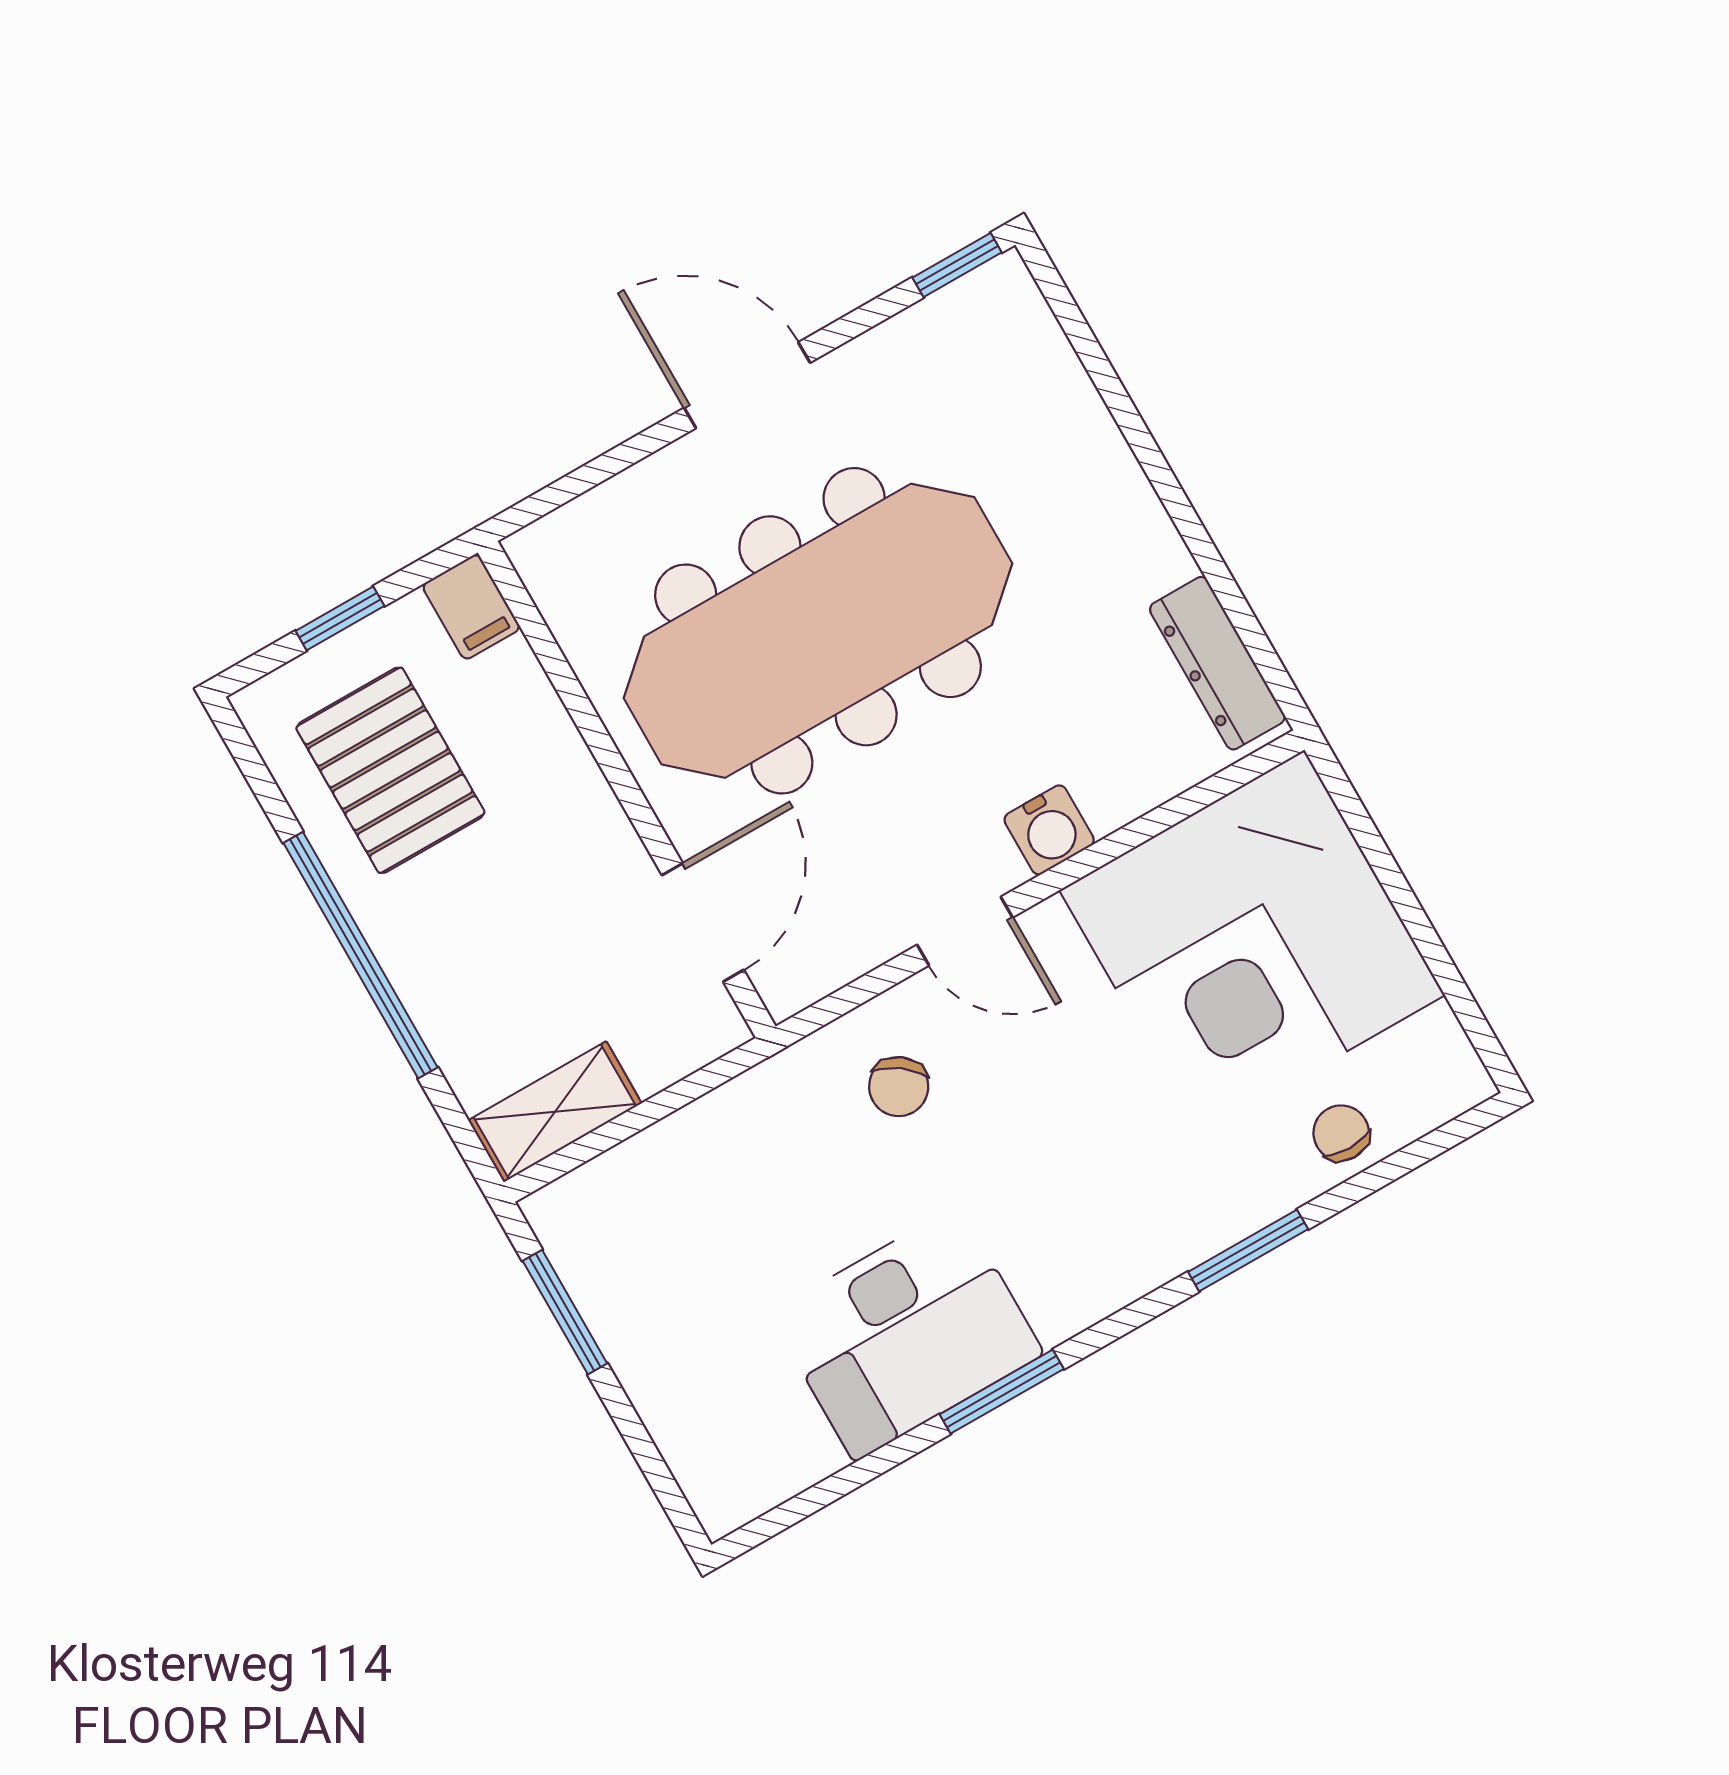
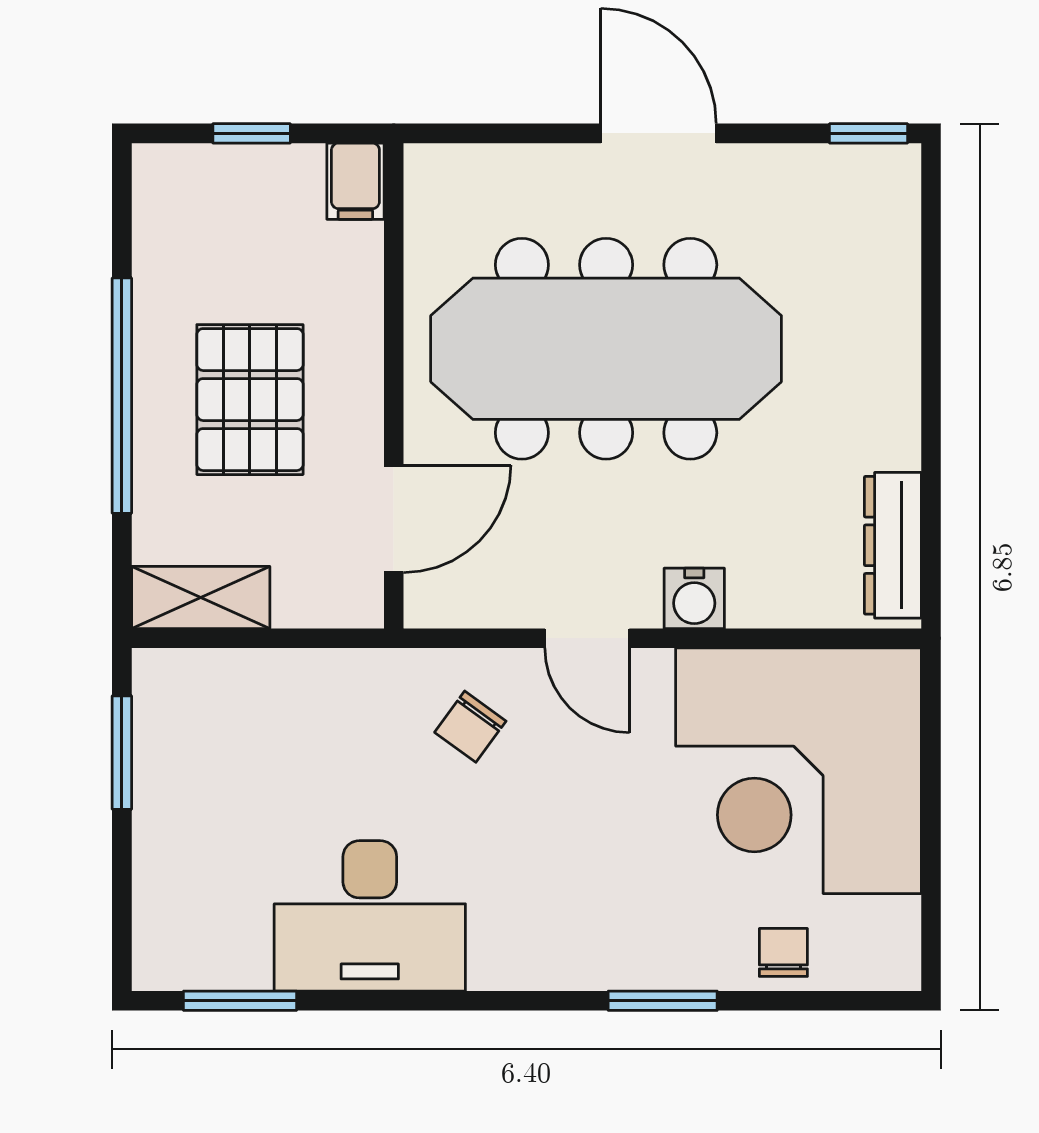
pallet: (390, 770) -> (250, 400), moved
window: (1002, 1392) -> (240, 1001), moved

